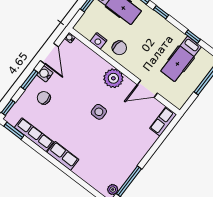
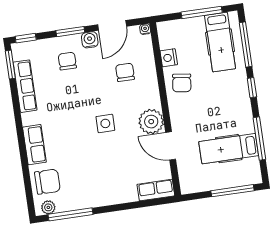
window: (193, 37) -> (259, 138), width x2.17
chair: (82, 73) -> (125, 72), added
plant: (113, 78) -> (151, 122), moved
row of seats: (63, 156) -> (34, 145), moved
chair: (98, 176) -> (47, 182), added

